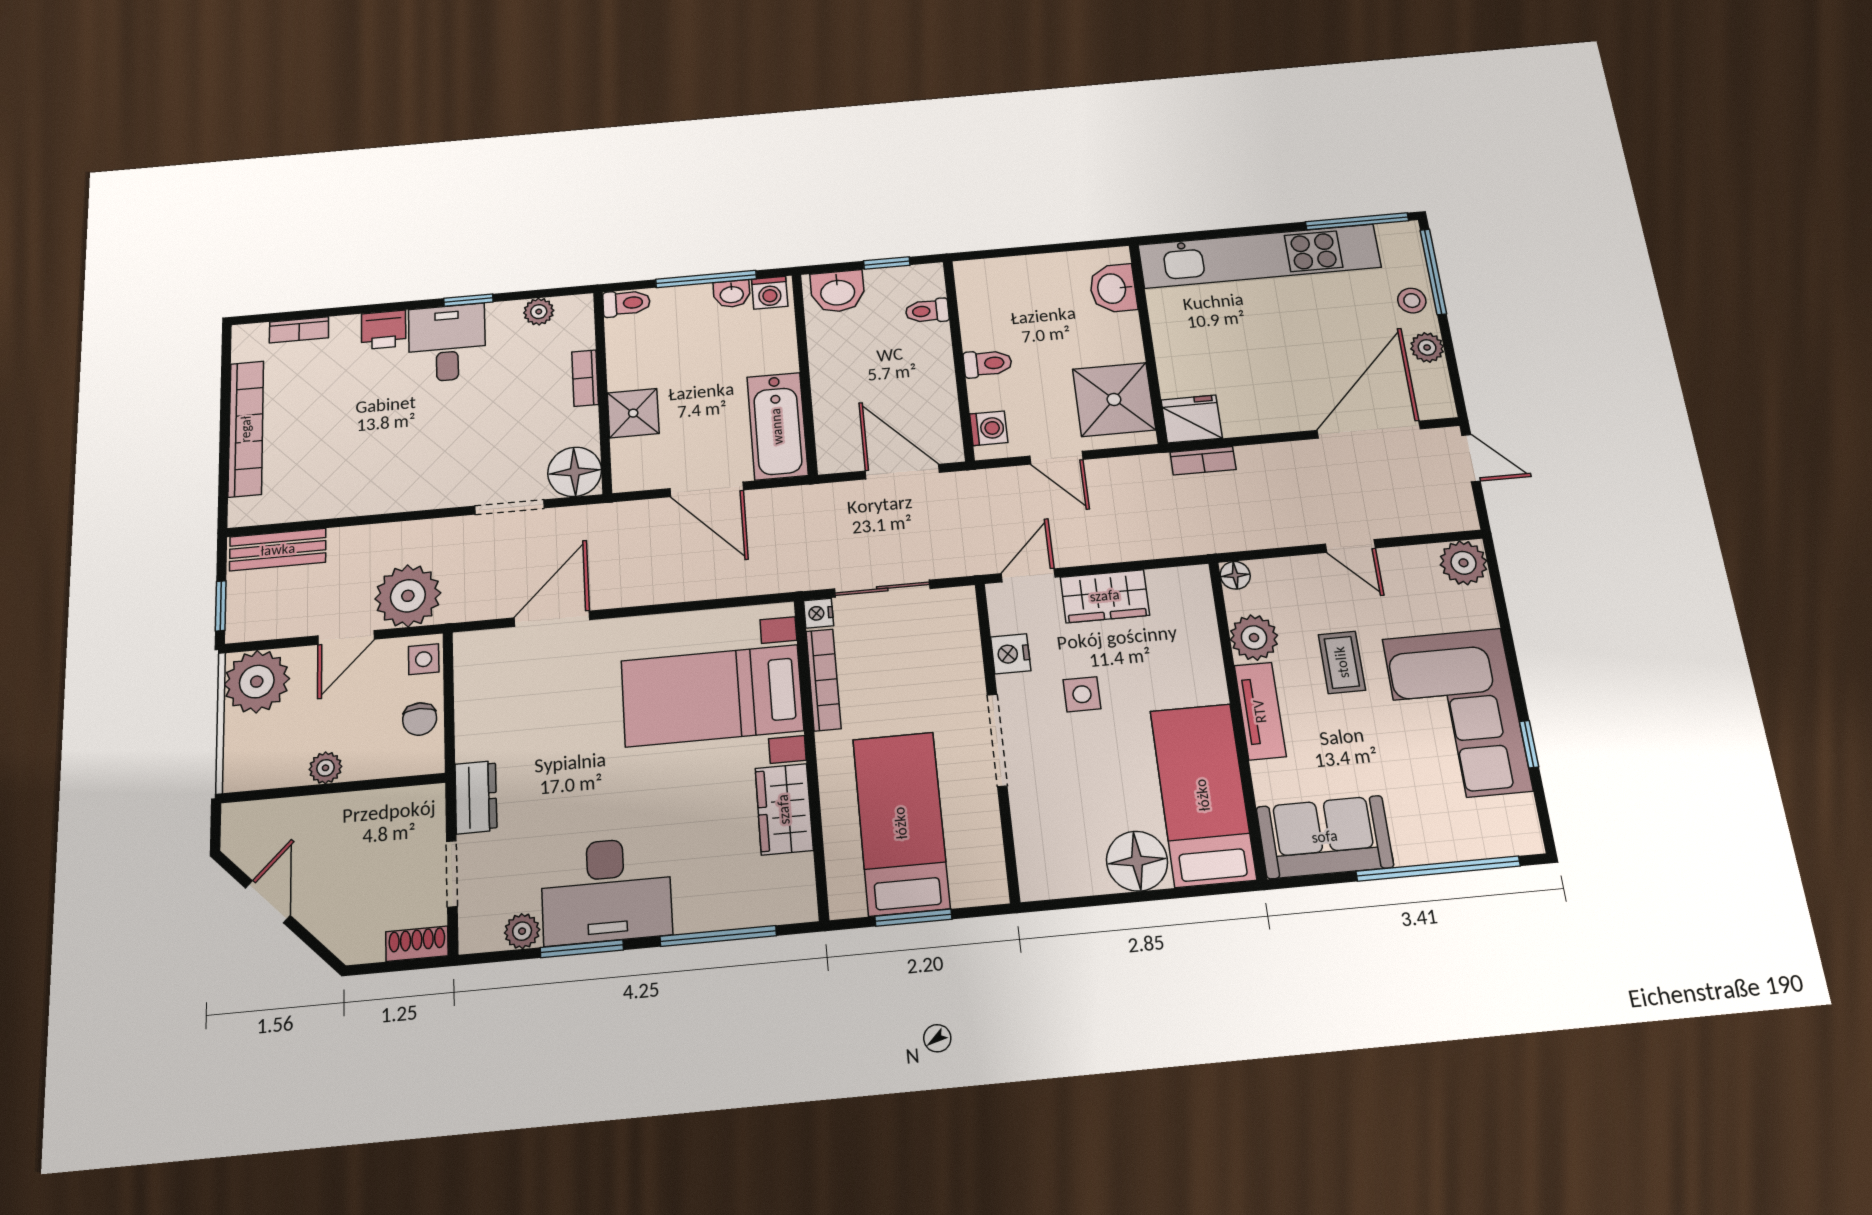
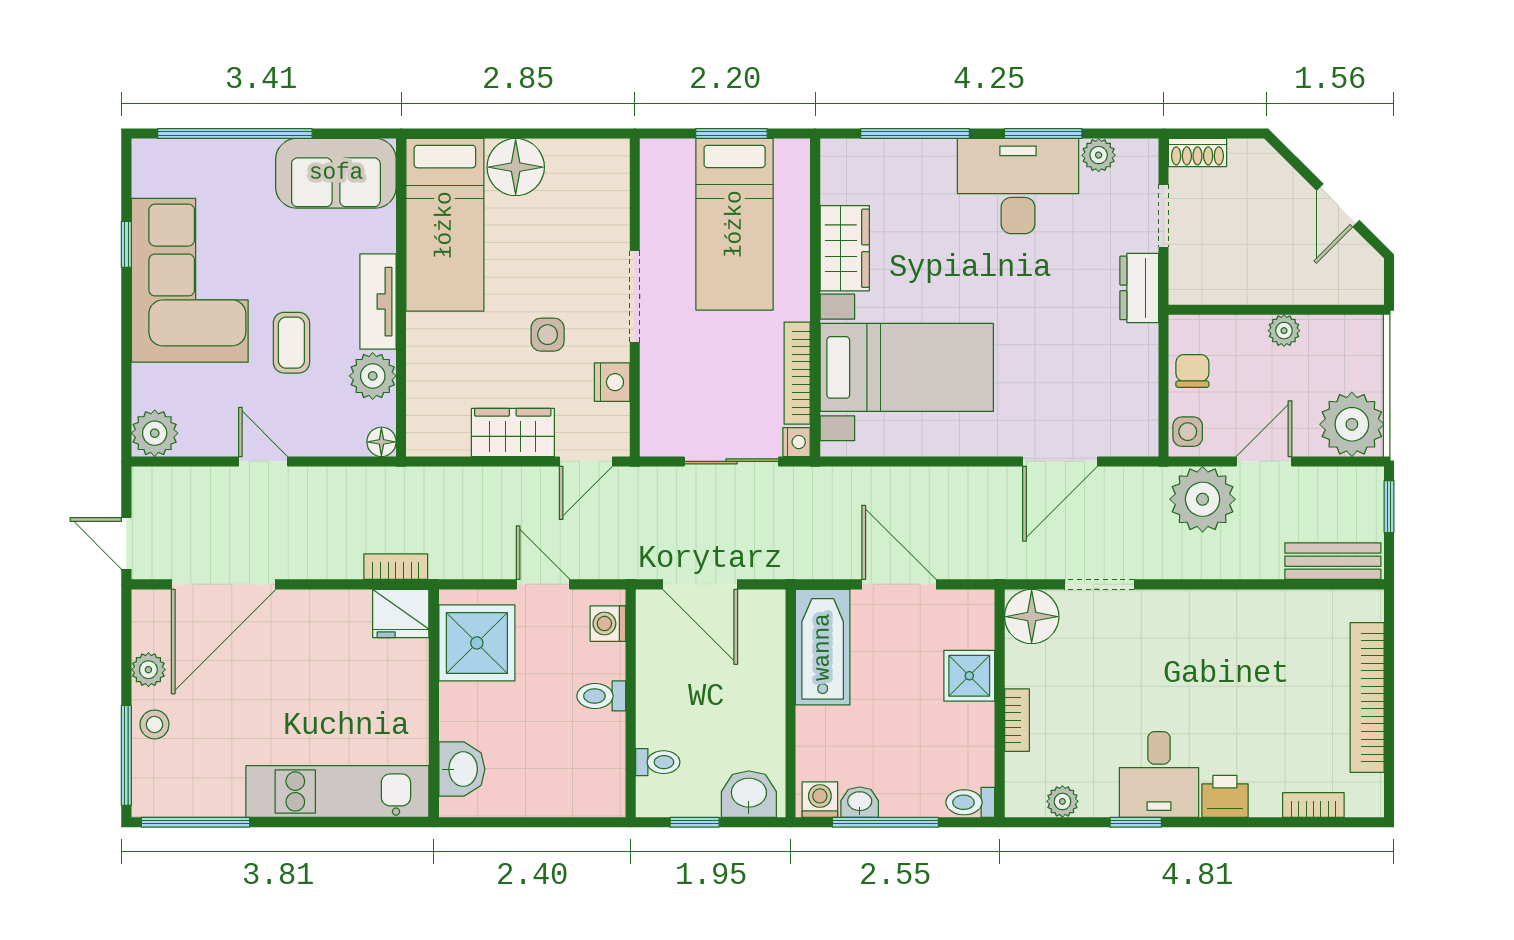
kitchen unit: (1259, 256) -> (337, 791), width x0.73

